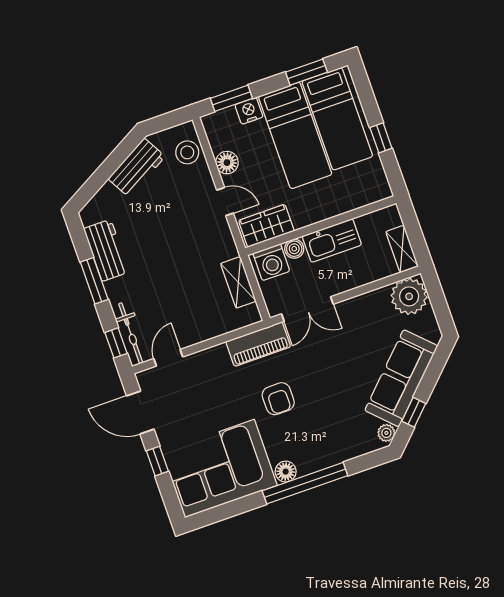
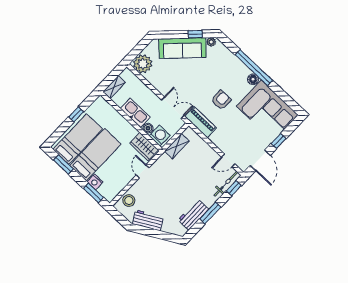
floor lamp: (227, 163) -> (124, 180), removed
shelving: (402, 249) -> (114, 87), moved

